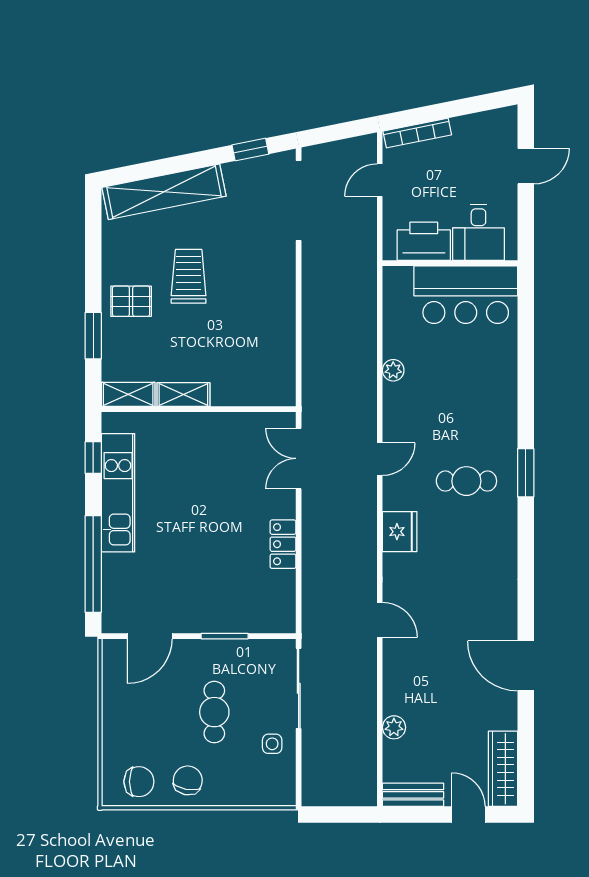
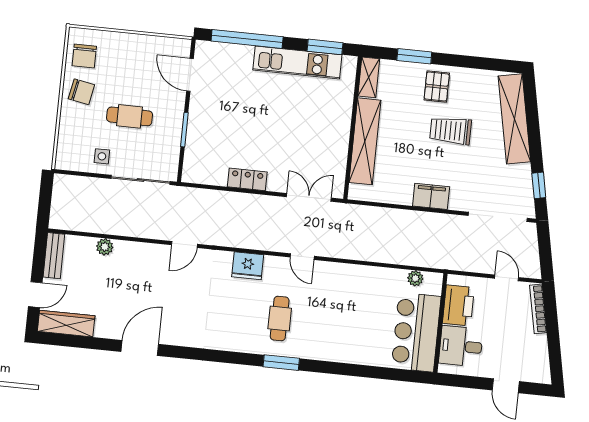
trolley: (189, 276) -> (451, 131), turned 180
filing cabinet: (280, 293) -> (431, 196), added
plant: (393, 370) -> (415, 278), moved
shelving: (183, 395) -> (365, 141), width x2.20, depth x1.33
window: (93, 458) -> (325, 47), width x1.50

